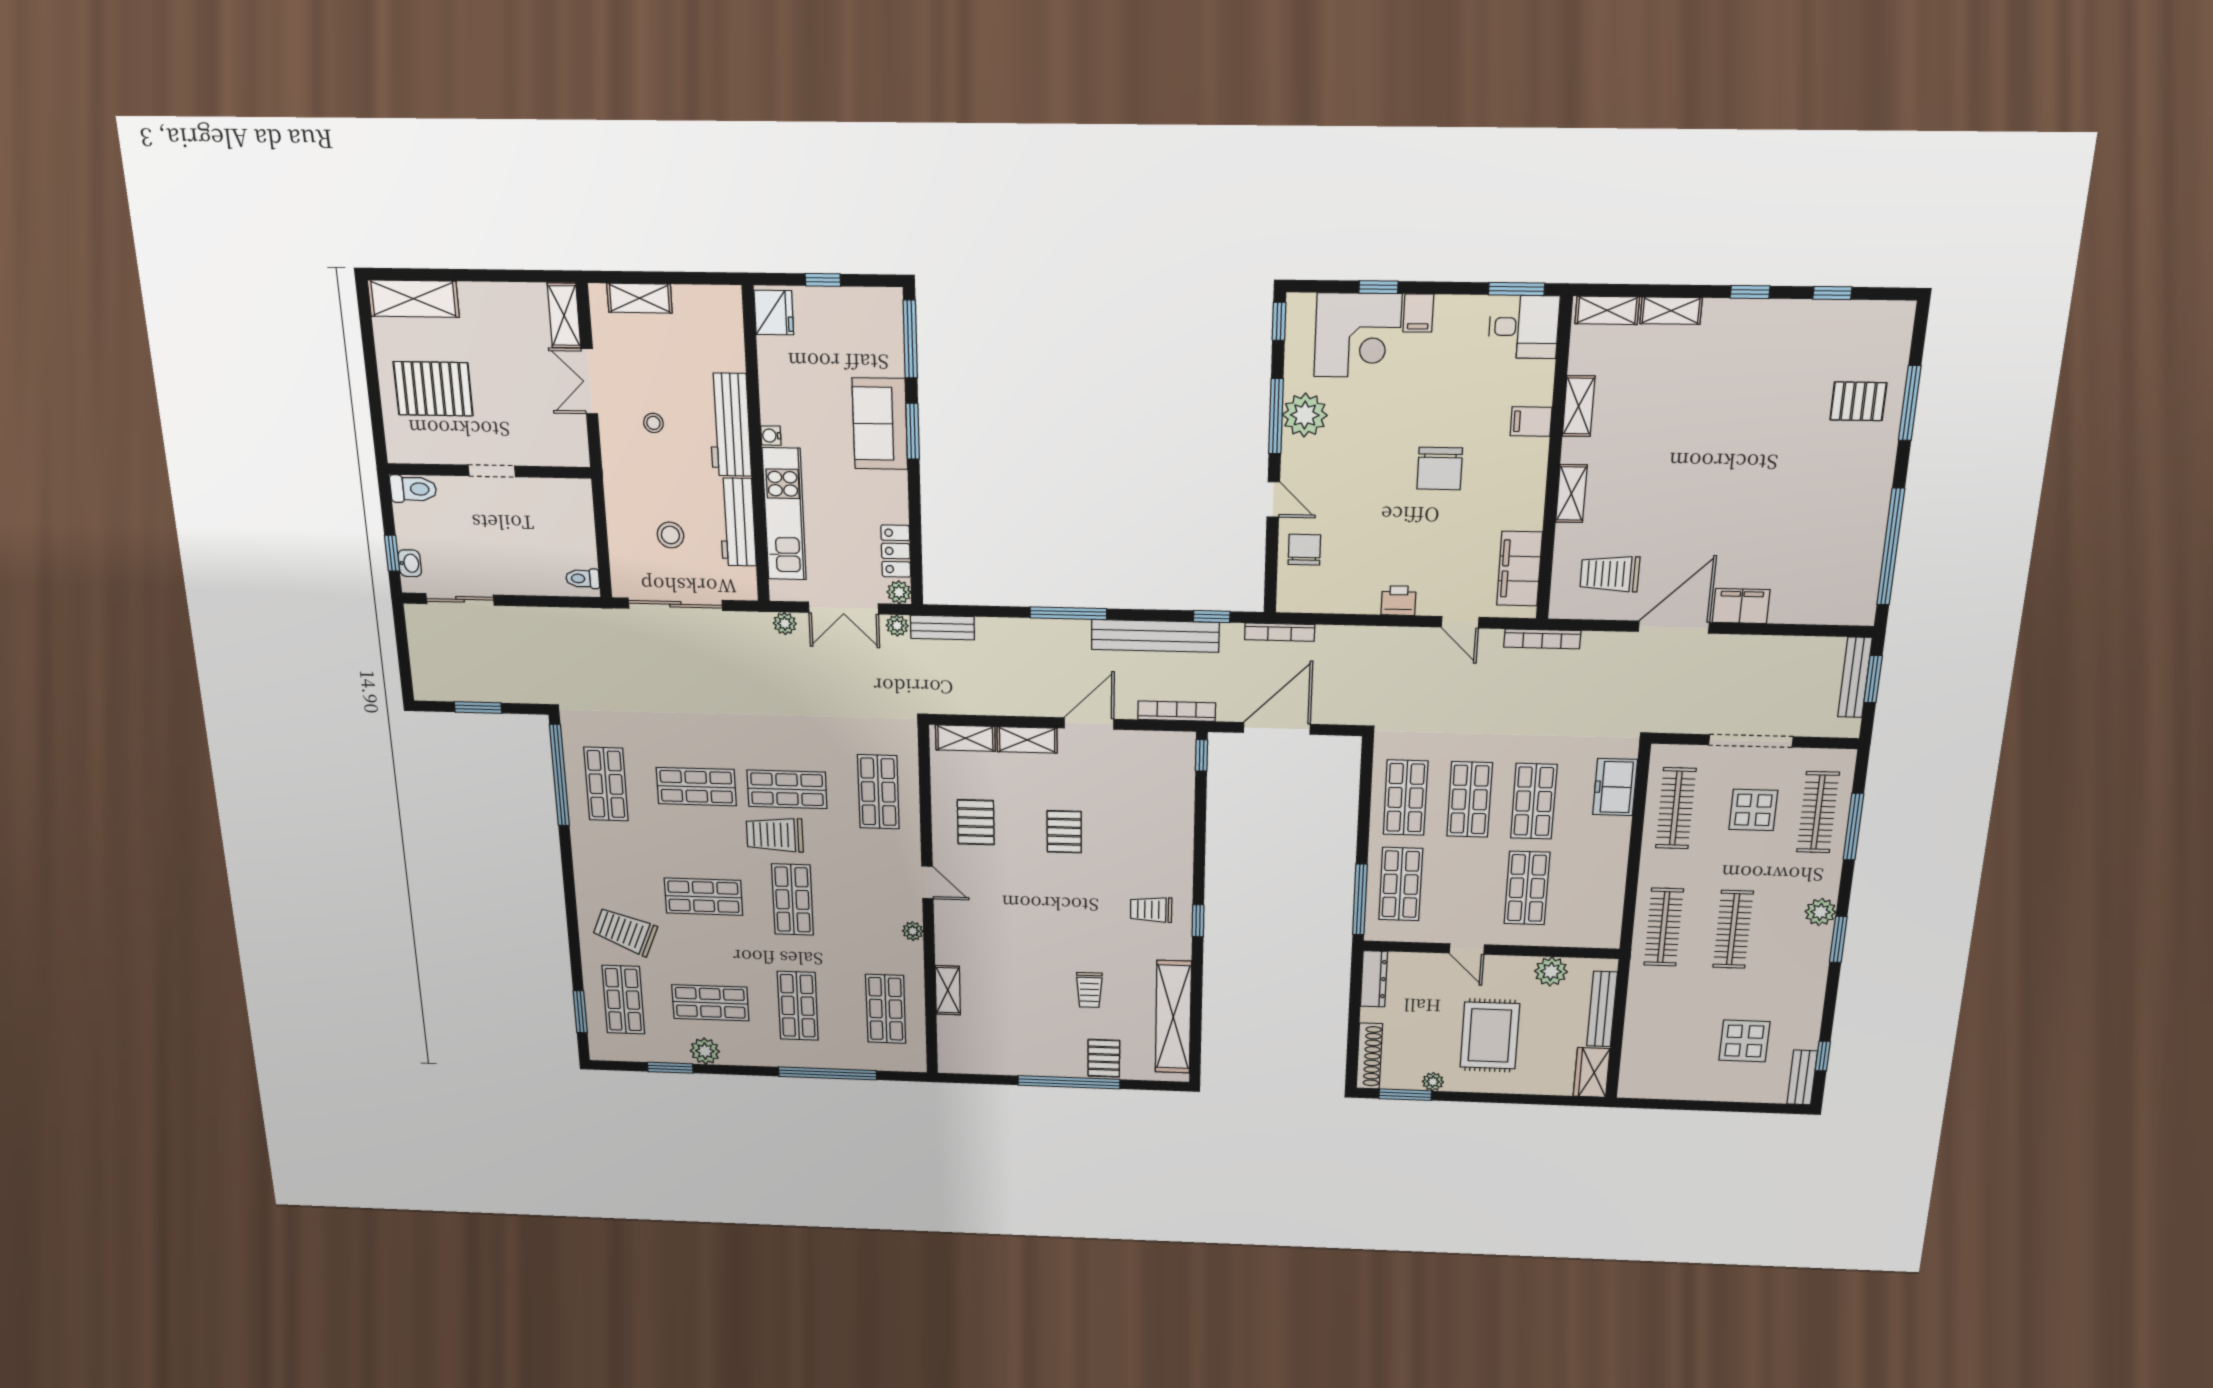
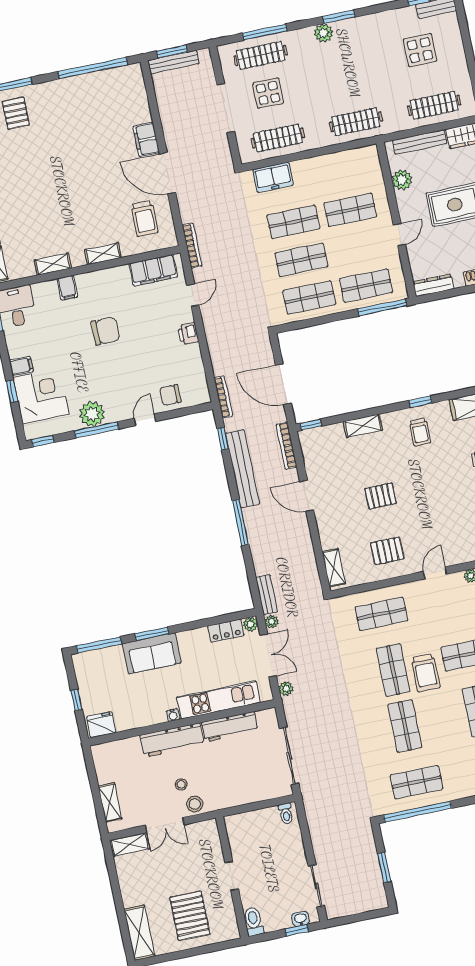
stool: (670, 535) -> (195, 804), moved
shelving: (1027, 740) -> (363, 426), moved, turned 90
clothes rail: (1733, 929) -> (434, 105), moved

